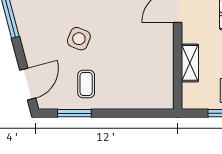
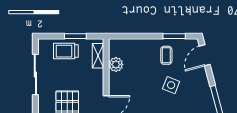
shelving: (190, 63) -> (98, 56), moved
plant: (163, 70) -> (116, 64), added

